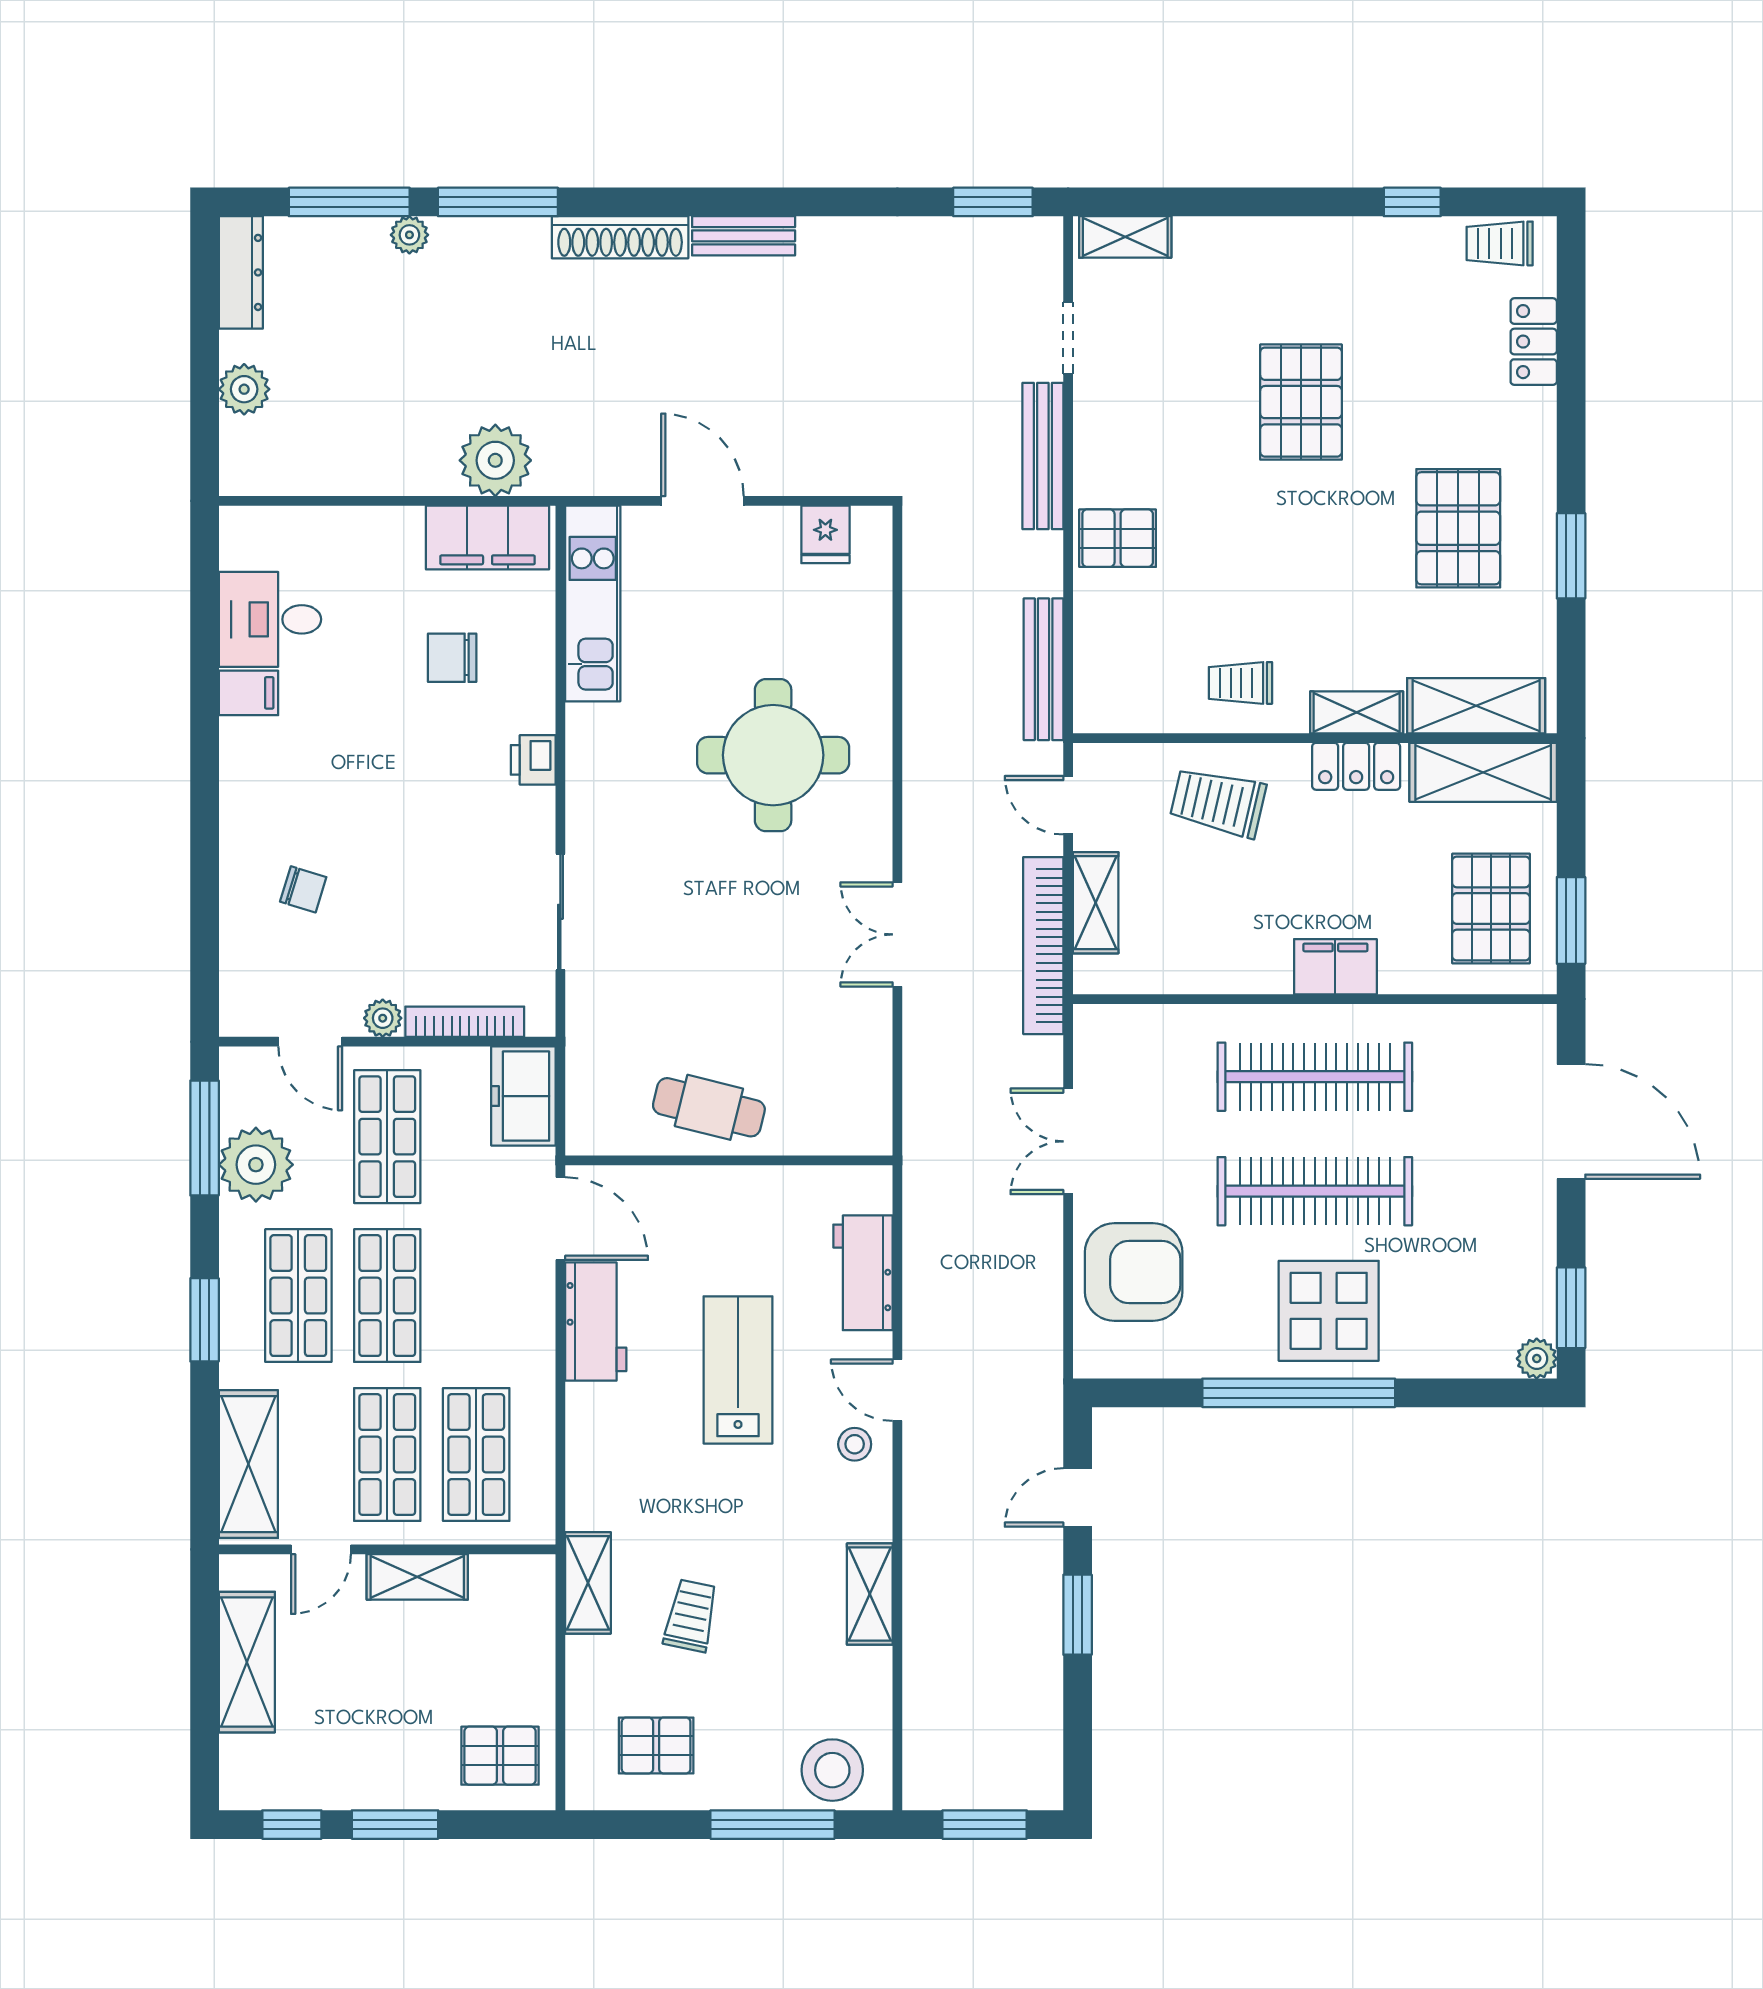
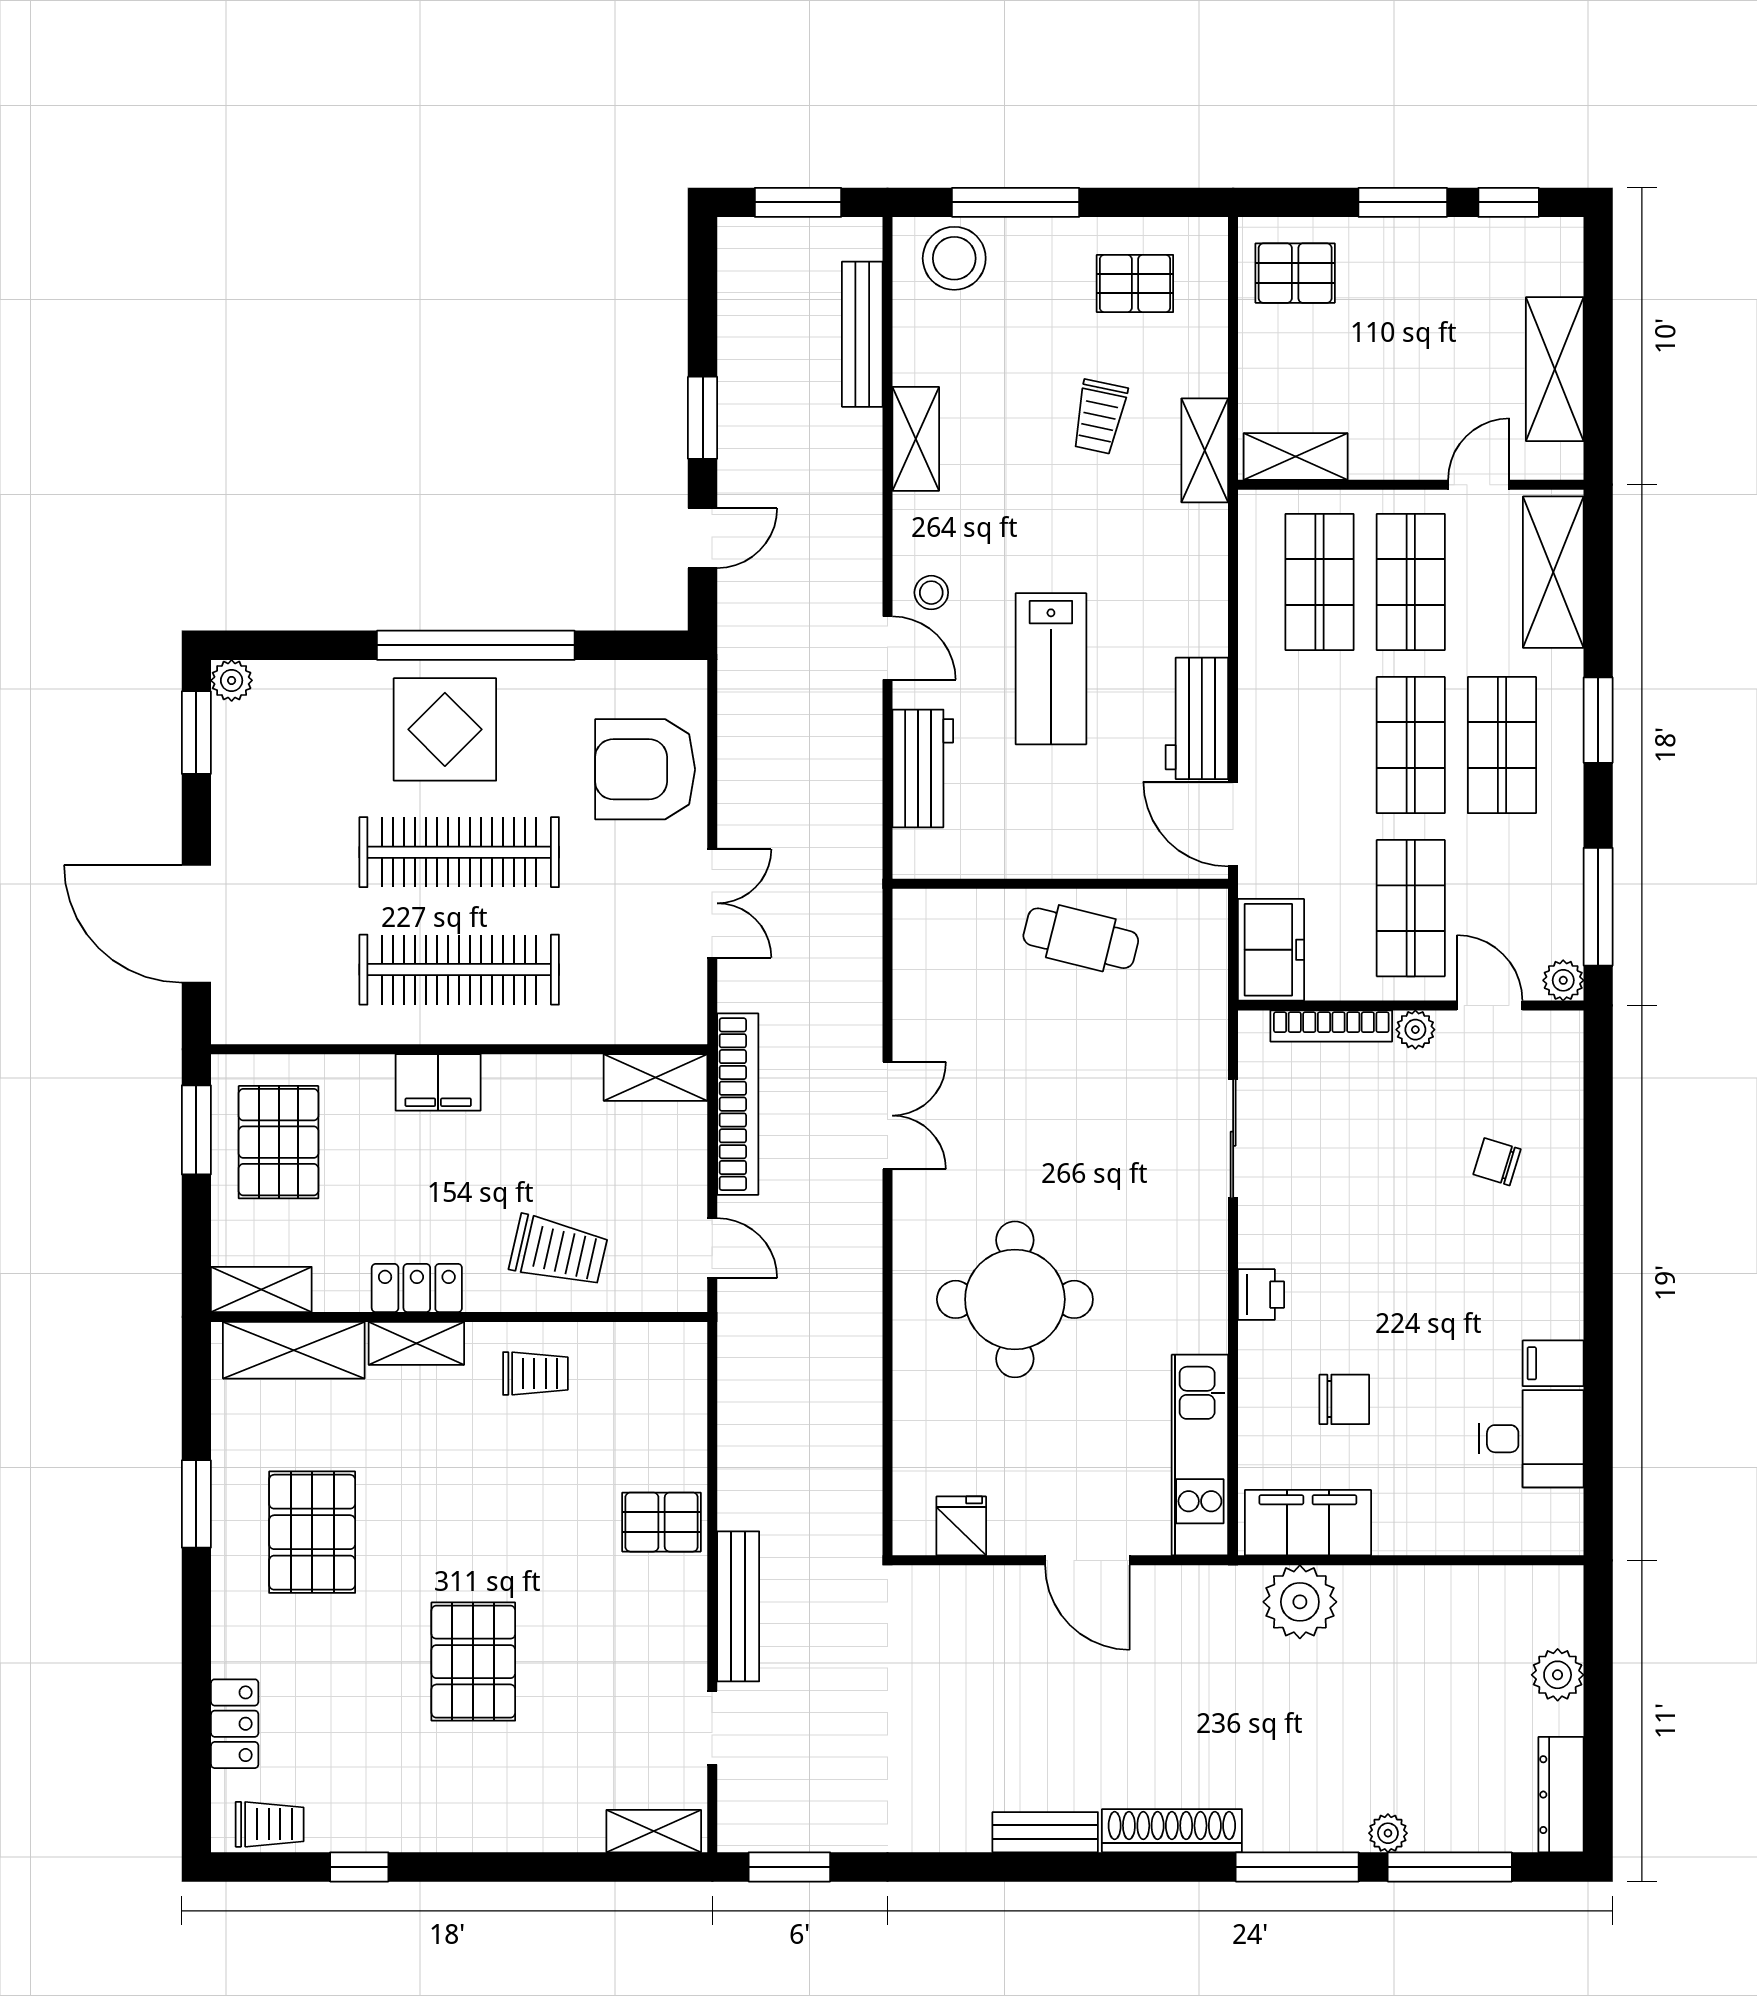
bench: (1044, 669) -> (862, 334), moved
shelving: (1483, 772) -> (261, 1289), width x0.67, depth x0.75
shelving: (1096, 903) -> (656, 1077), moved, turned 90
plant: (256, 1165) -> (1563, 980), moved, width x0.53, depth x0.53
shelving: (417, 1577) -> (1296, 456), moved

